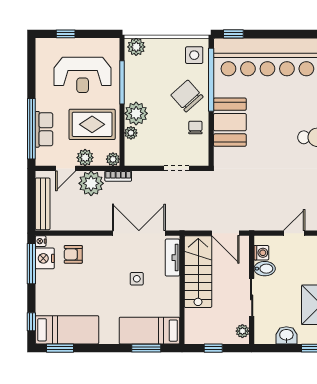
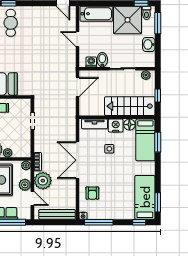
double door: (139, 233) -> (78, 160), moved
nightstand: (45, 258) -> (116, 126), moved, turned 180
stairs: (198, 272) -> (130, 106), moved
floor lamp: (172, 308) -> (129, 125), added

